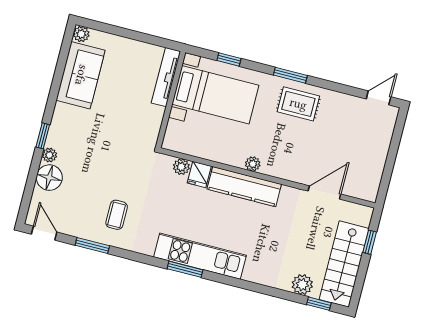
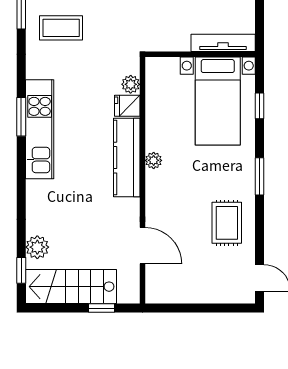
rug: (298, 104) -> (227, 223), moved
coffee table: (117, 215) -> (61, 28), width x1.36, depth x1.30

